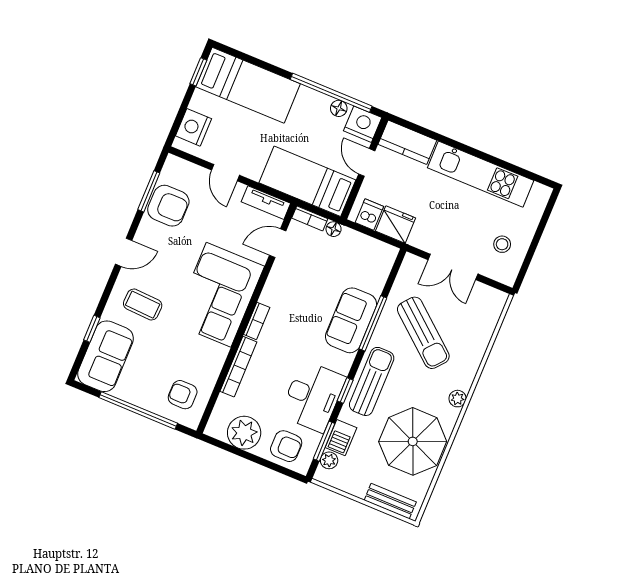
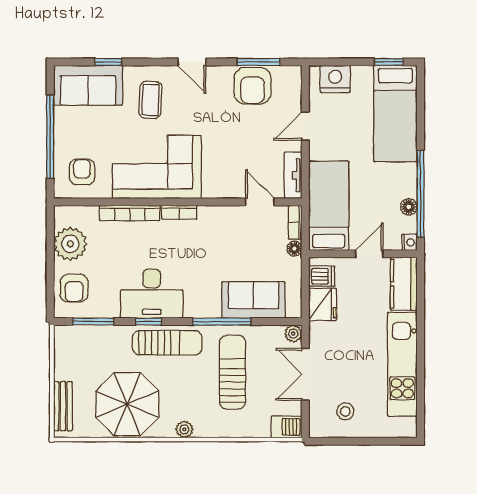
nightstand: (363, 124) -> (409, 242), width x0.53, depth x0.56
corner sofa: (219, 295) -> (157, 167), moved
sofa: (351, 320) -> (253, 300), moved
sun lounger: (423, 333) -> (232, 372), turned 140
desk: (313, 396) -> (152, 294), moved
barbecue: (341, 438) -> (286, 427), moved, turned 180
plant: (329, 460) -> (293, 334), moved

